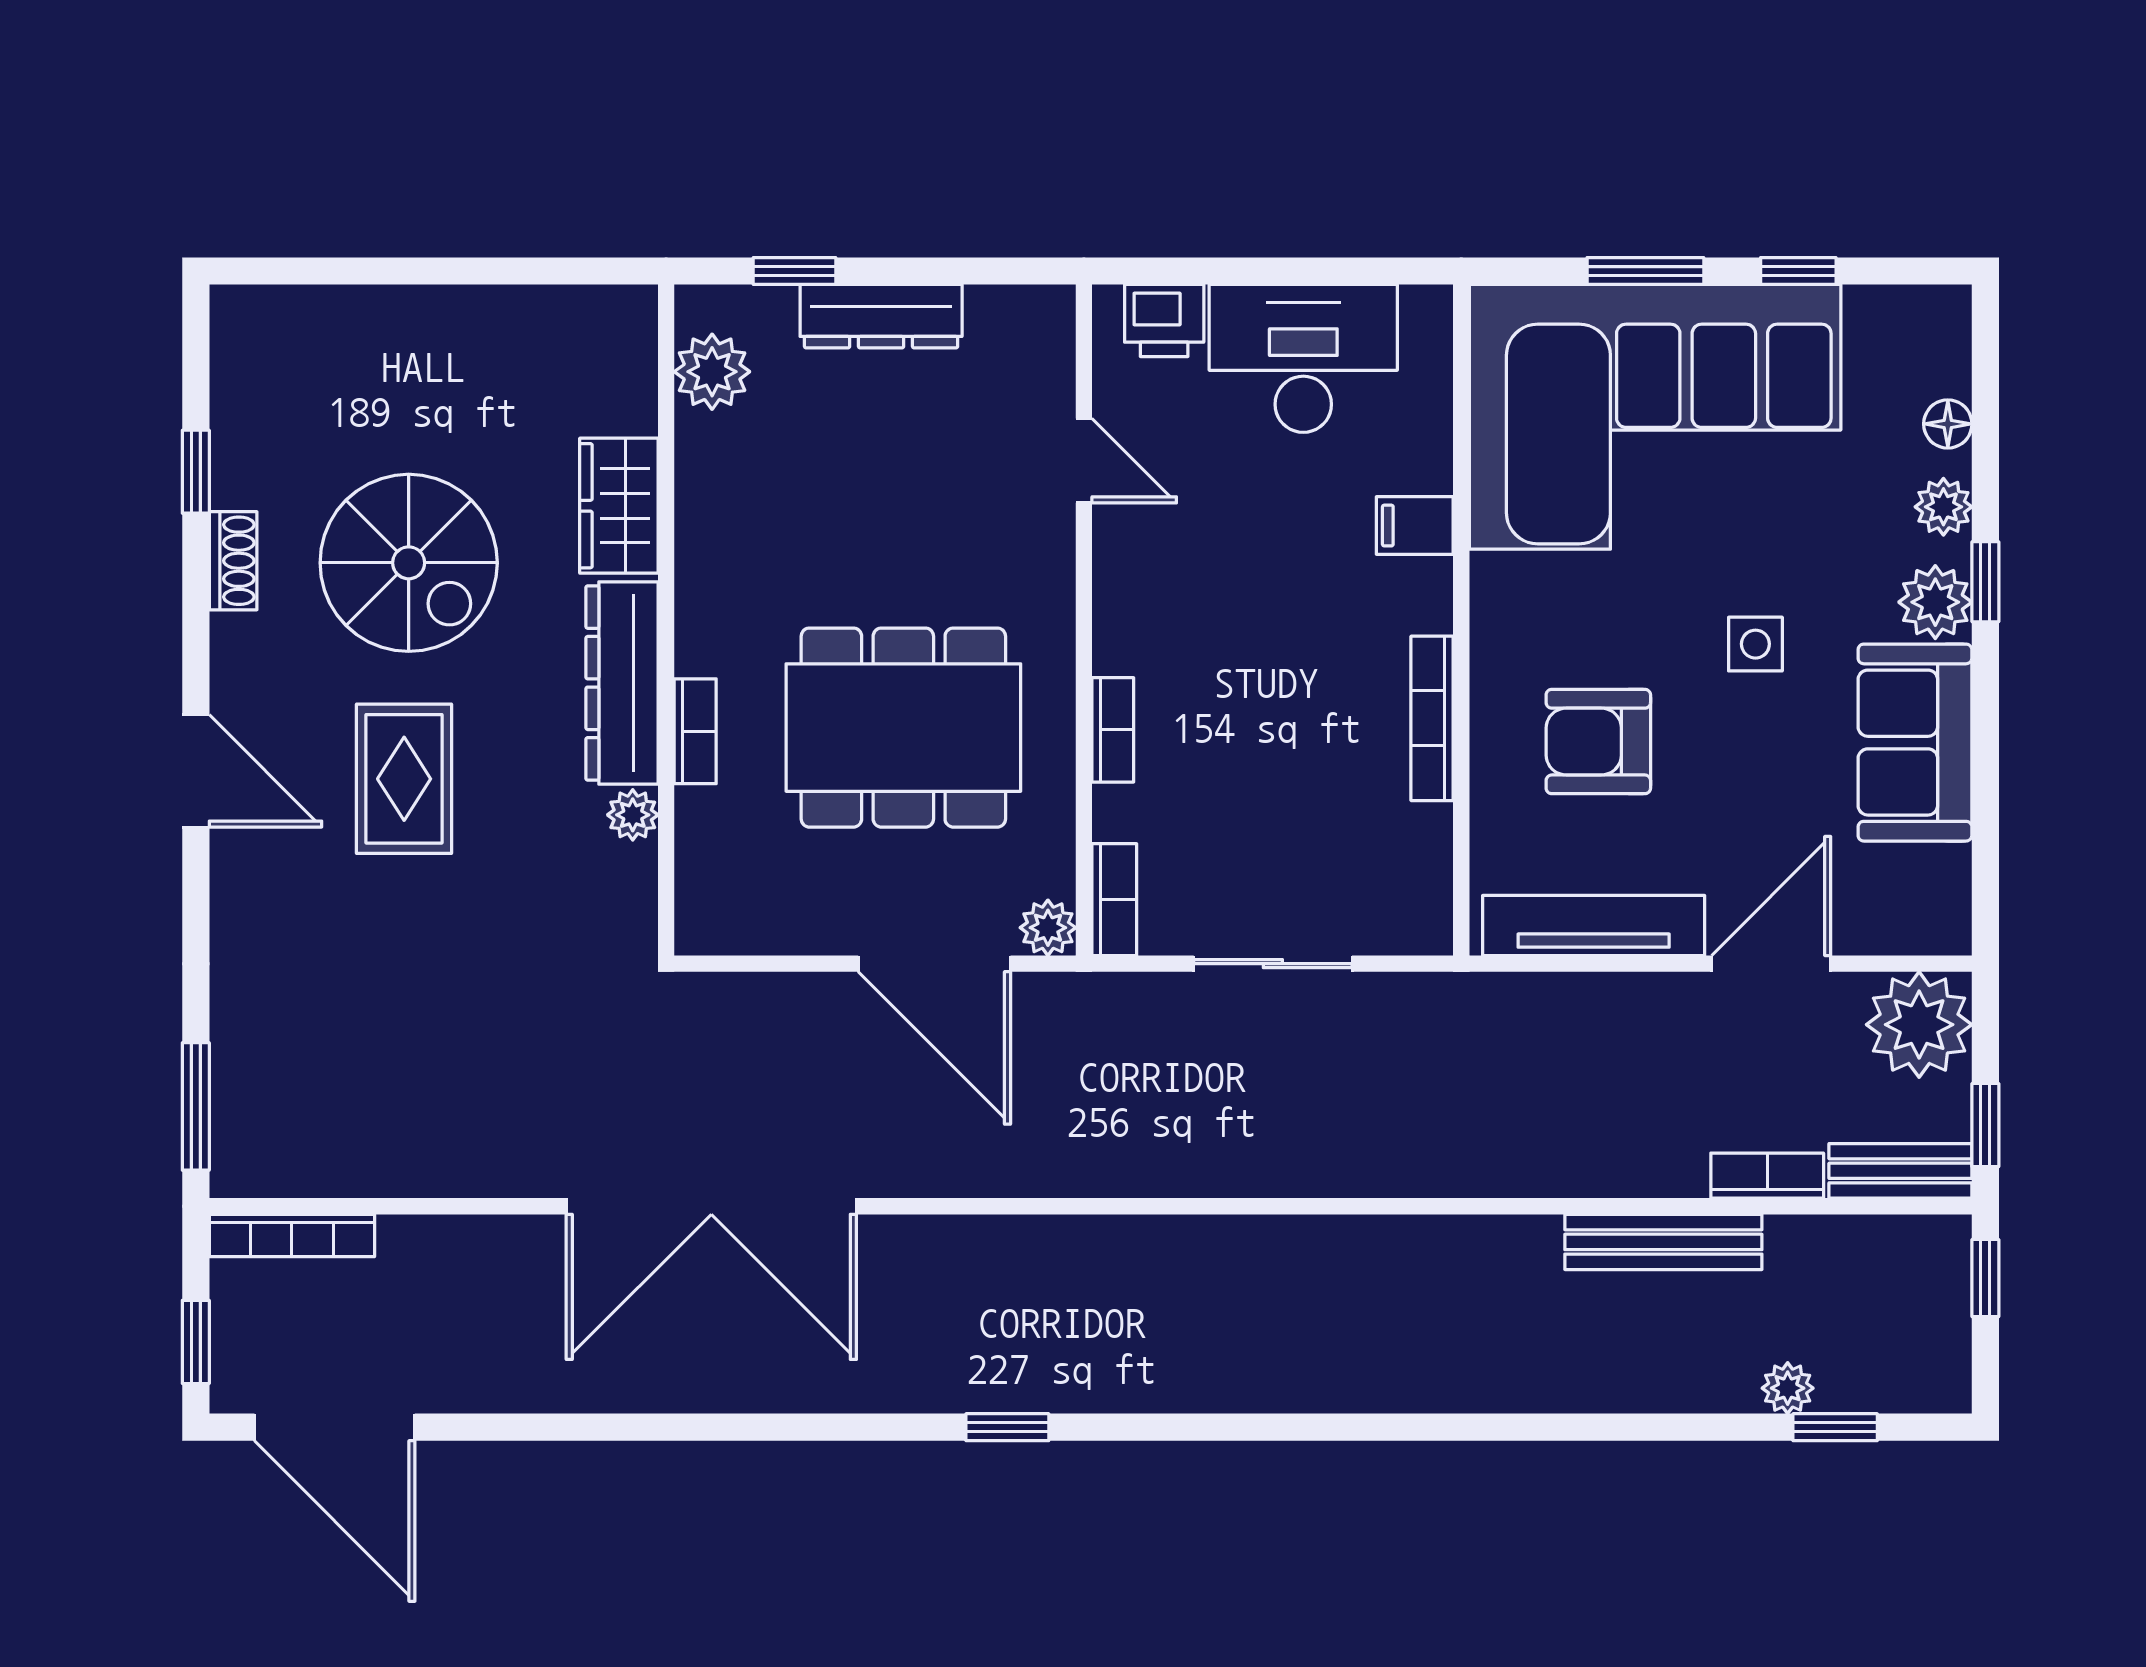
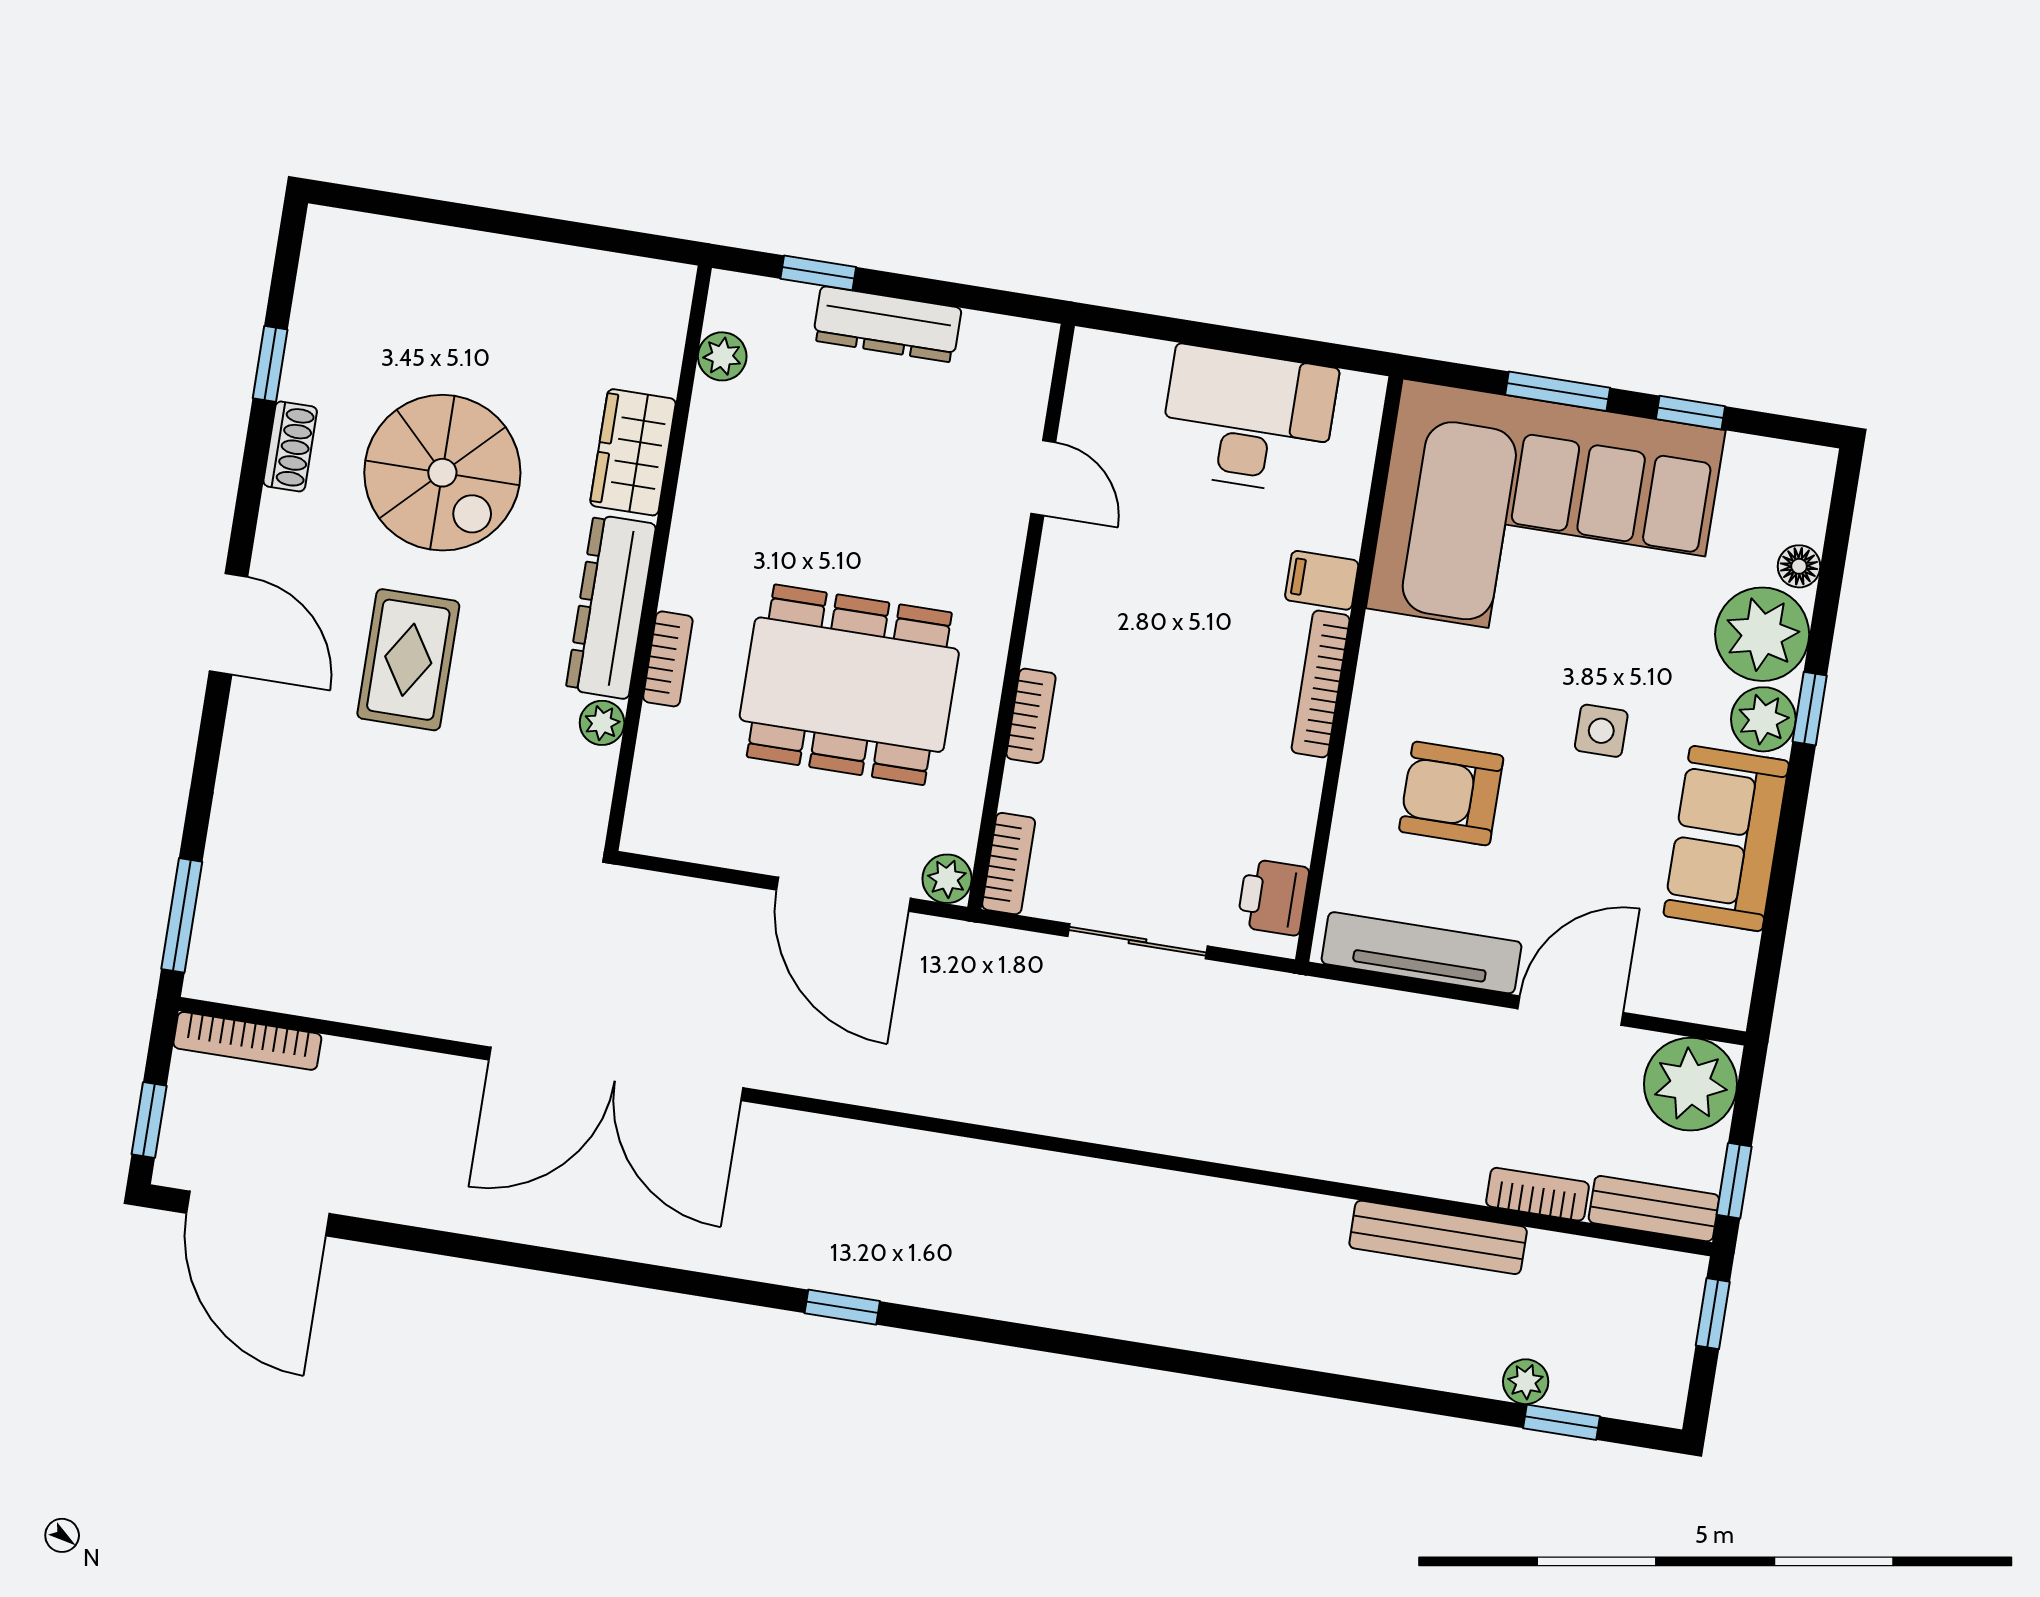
printer: (1164, 321) -> (1273, 897), moved, turned 90
plant: (712, 372) -> (722, 356), width x0.73, depth x0.73
plant: (1943, 507) -> (1762, 634), width x1.88, depth x1.88
bookcase: (1432, 718) -> (1321, 684), moved

